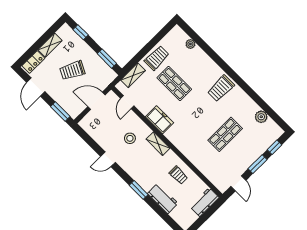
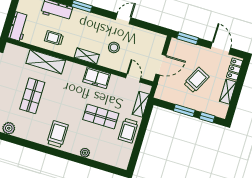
plant: (190, 44) -> (85, 153), moved
window: (107, 59) -> (184, 110), moved
shelving: (197, 158) -> (46, 62), added

